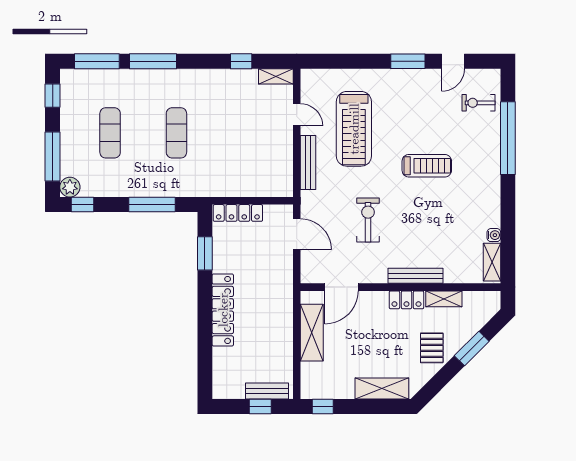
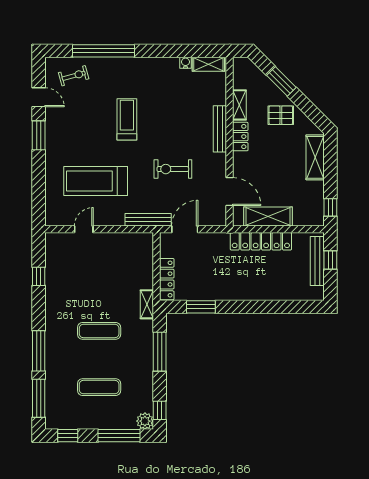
shelving: (276, 76) -> (147, 304), moved
exercise bike: (479, 103) -> (74, 76), turned -105
treadmill: (354, 129) -> (96, 181), turned 180
bench: (308, 162) -> (148, 220), moved
locker: (223, 310) -> (261, 241), moved, turned 180
bench: (267, 391) -> (317, 261), width x1.36

